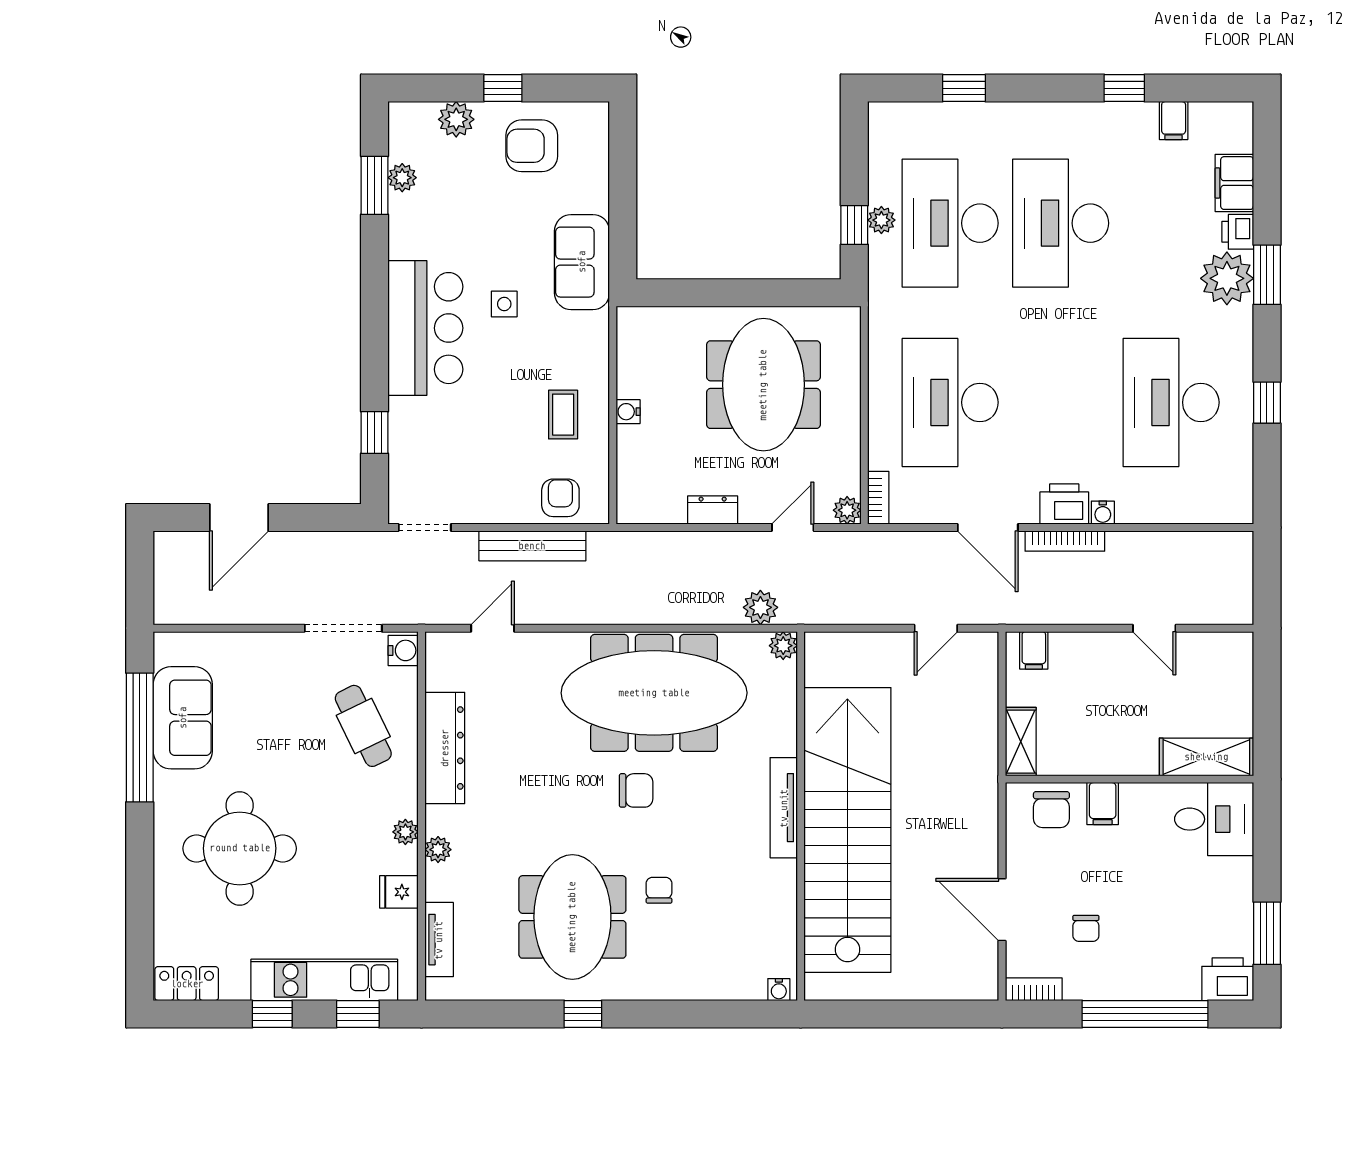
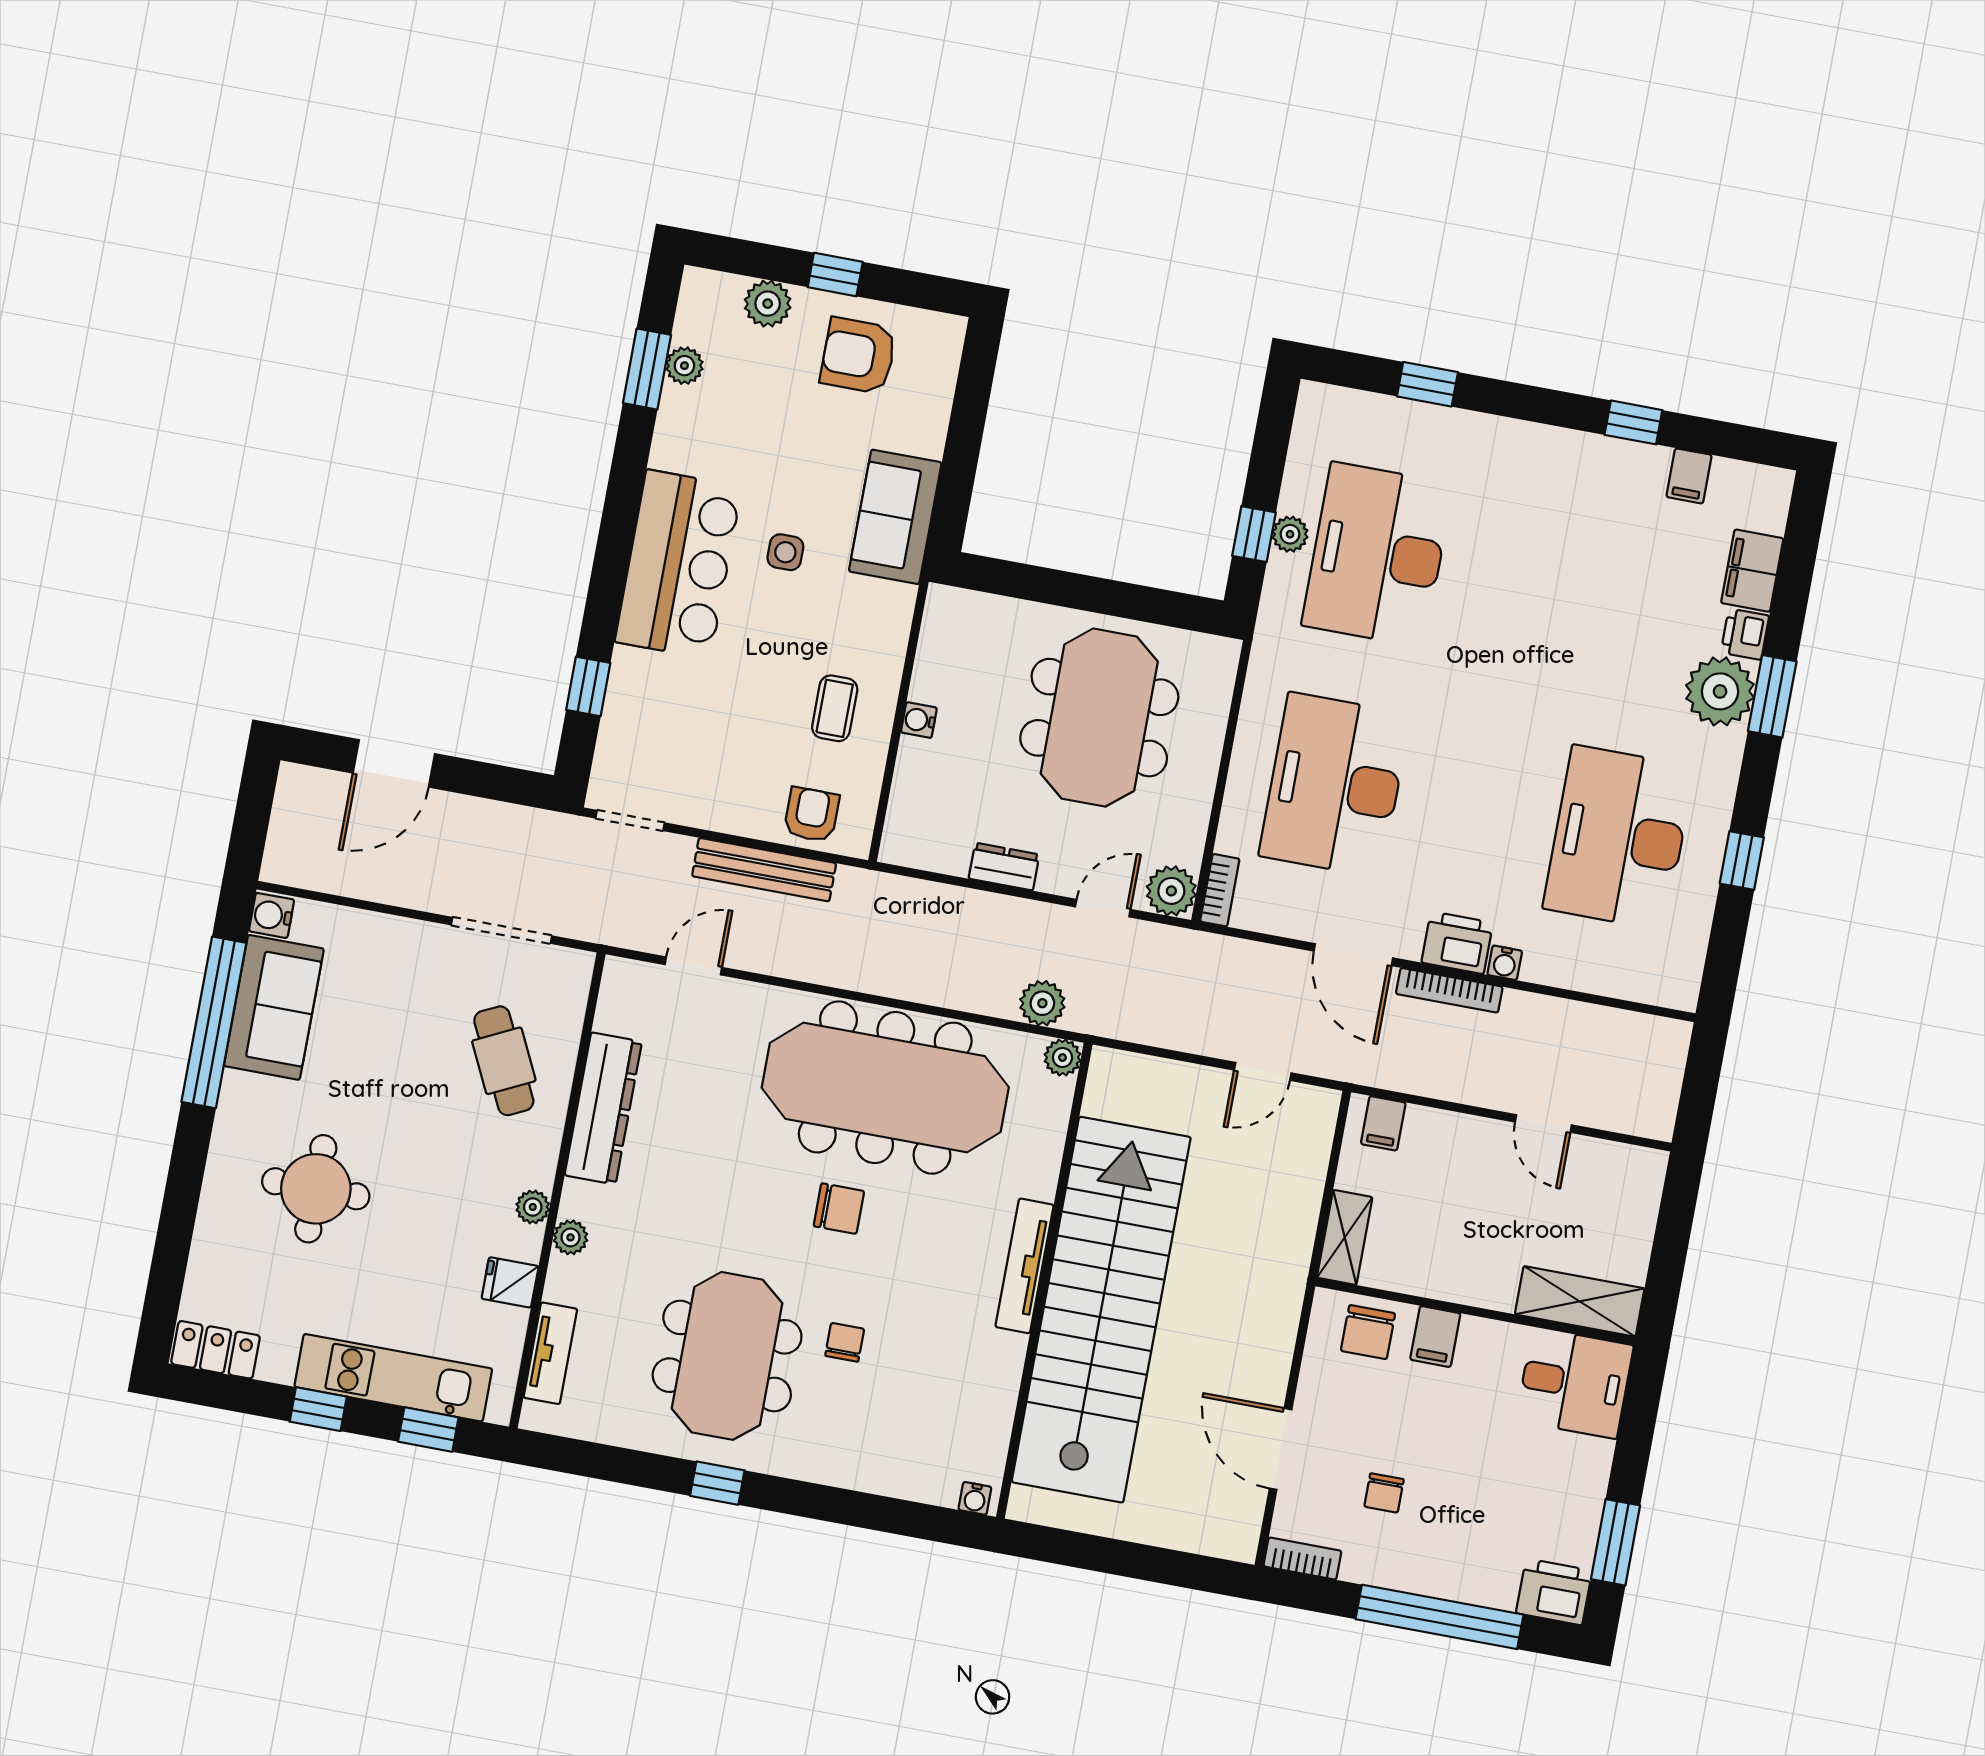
desk: (1061, 223) -> (1519, 581), removed
plant: (847, 510) -> (1171, 891), width x1.38, depth x1.38
water cooler: (403, 650) -> (272, 915), moved, turned 180
round table: (240, 848) -> (316, 1189), width x0.73, depth x0.73

